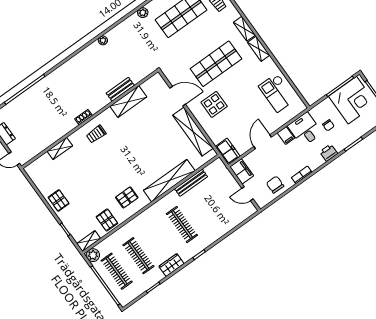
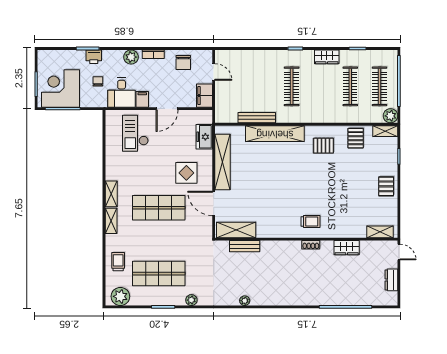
bench: (120, 89) -> (245, 246), moved
checkout: (277, 93) -> (135, 133), moved, turned 180
shelving: (128, 102) -> (236, 230), moved
wardrobe: (55, 134) -> (347, 248), added
shelving: (60, 149) -> (380, 232), moved
freezer: (228, 151) -> (204, 137), moved
printer: (329, 153) -> (94, 57), moved
plant: (317, 161) -> (131, 57), added

